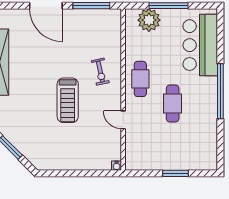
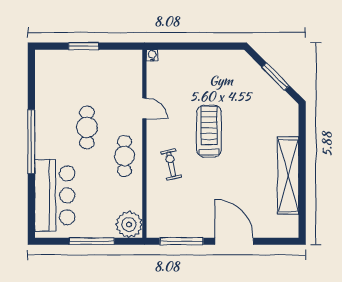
plant: (149, 20) -> (129, 224), moved

